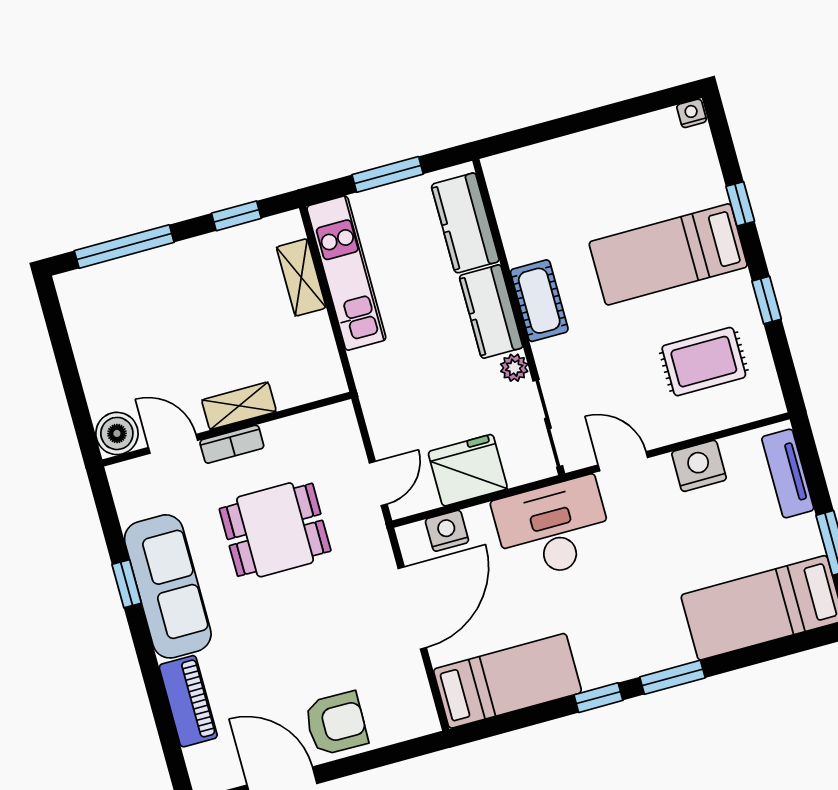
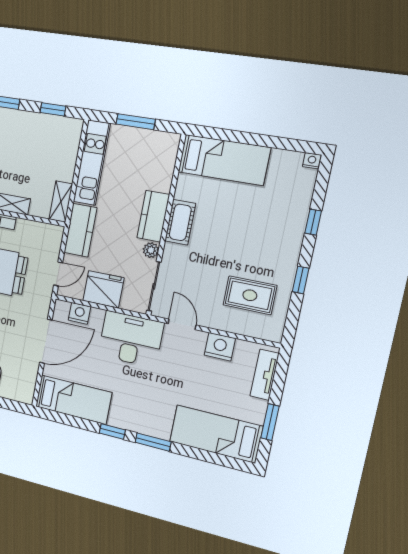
kitchen counter: (465, 223) -> (80, 230), moved, turned 180
bed: (668, 254) -> (224, 160), moved, turned 180
shelving: (301, 277) -> (61, 202), moved

